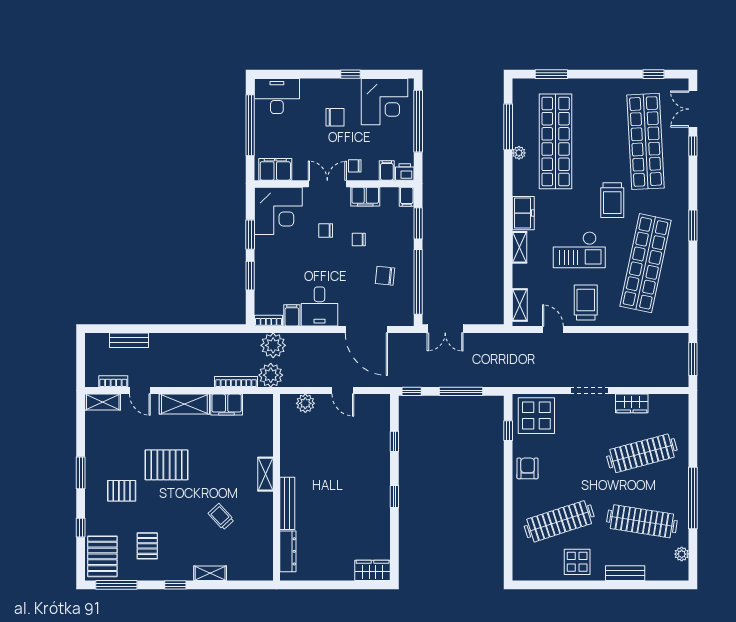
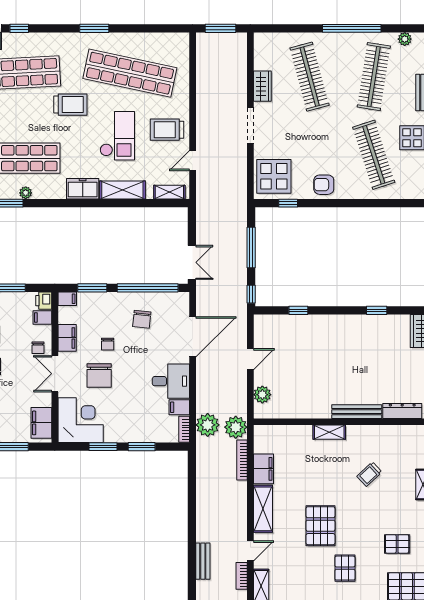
chair: (326, 231) -> (99, 375), width x1.87, depth x1.87
shelving: (520, 247) -> (122, 190), width x1.50, depth x1.33
window: (394, 497) -> (377, 310), moved

